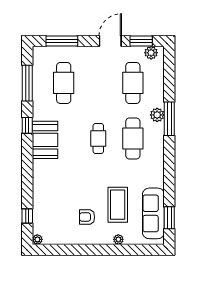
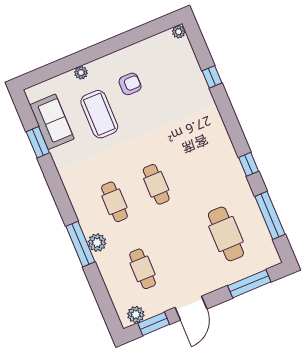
cafe table: (133, 83) -> (143, 269), width x0.73, depth x0.74
cafe table: (133, 139) -> (114, 202), width x0.73, depth x0.74
booth: (45, 140) -> (220, 156), removed
sofa: (153, 213) -> (52, 122), width x0.73
window: (27, 216) -> (212, 77), moved
window: (169, 218) -> (38, 142), moved

